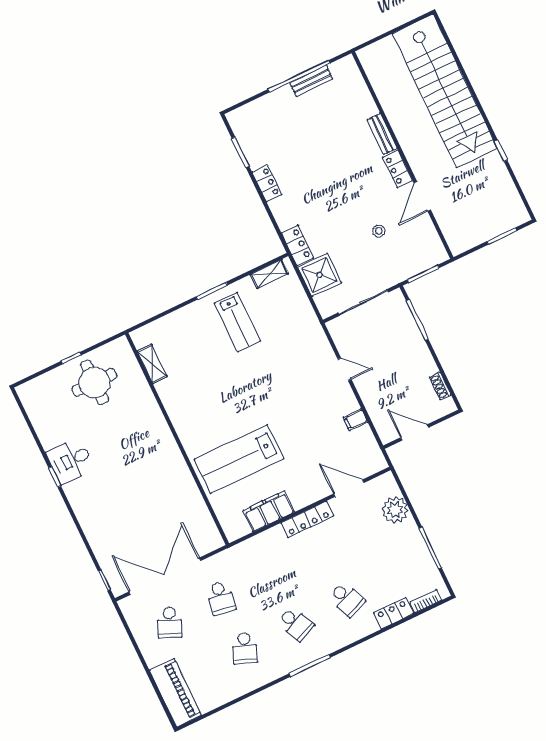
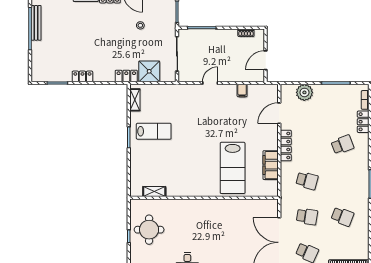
bench: (311, 81) -> (36, 23), width x1.36
school desk: (296, 624) -> (307, 181), moved, turned 39

